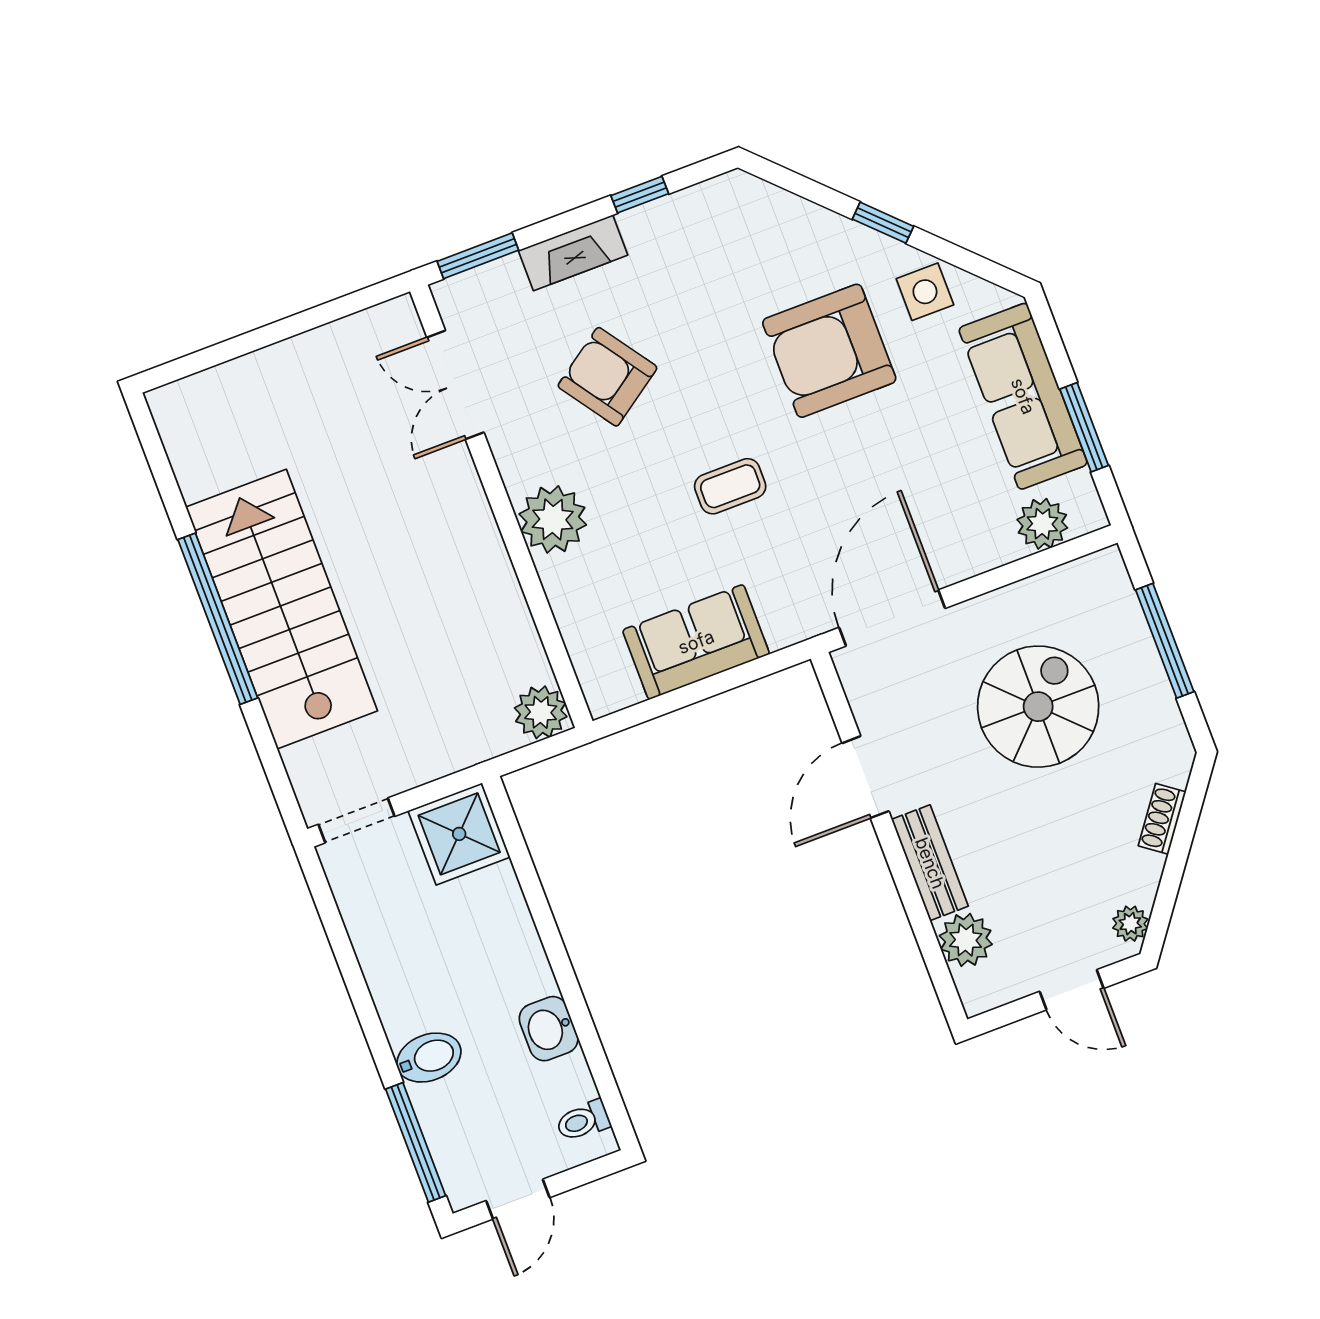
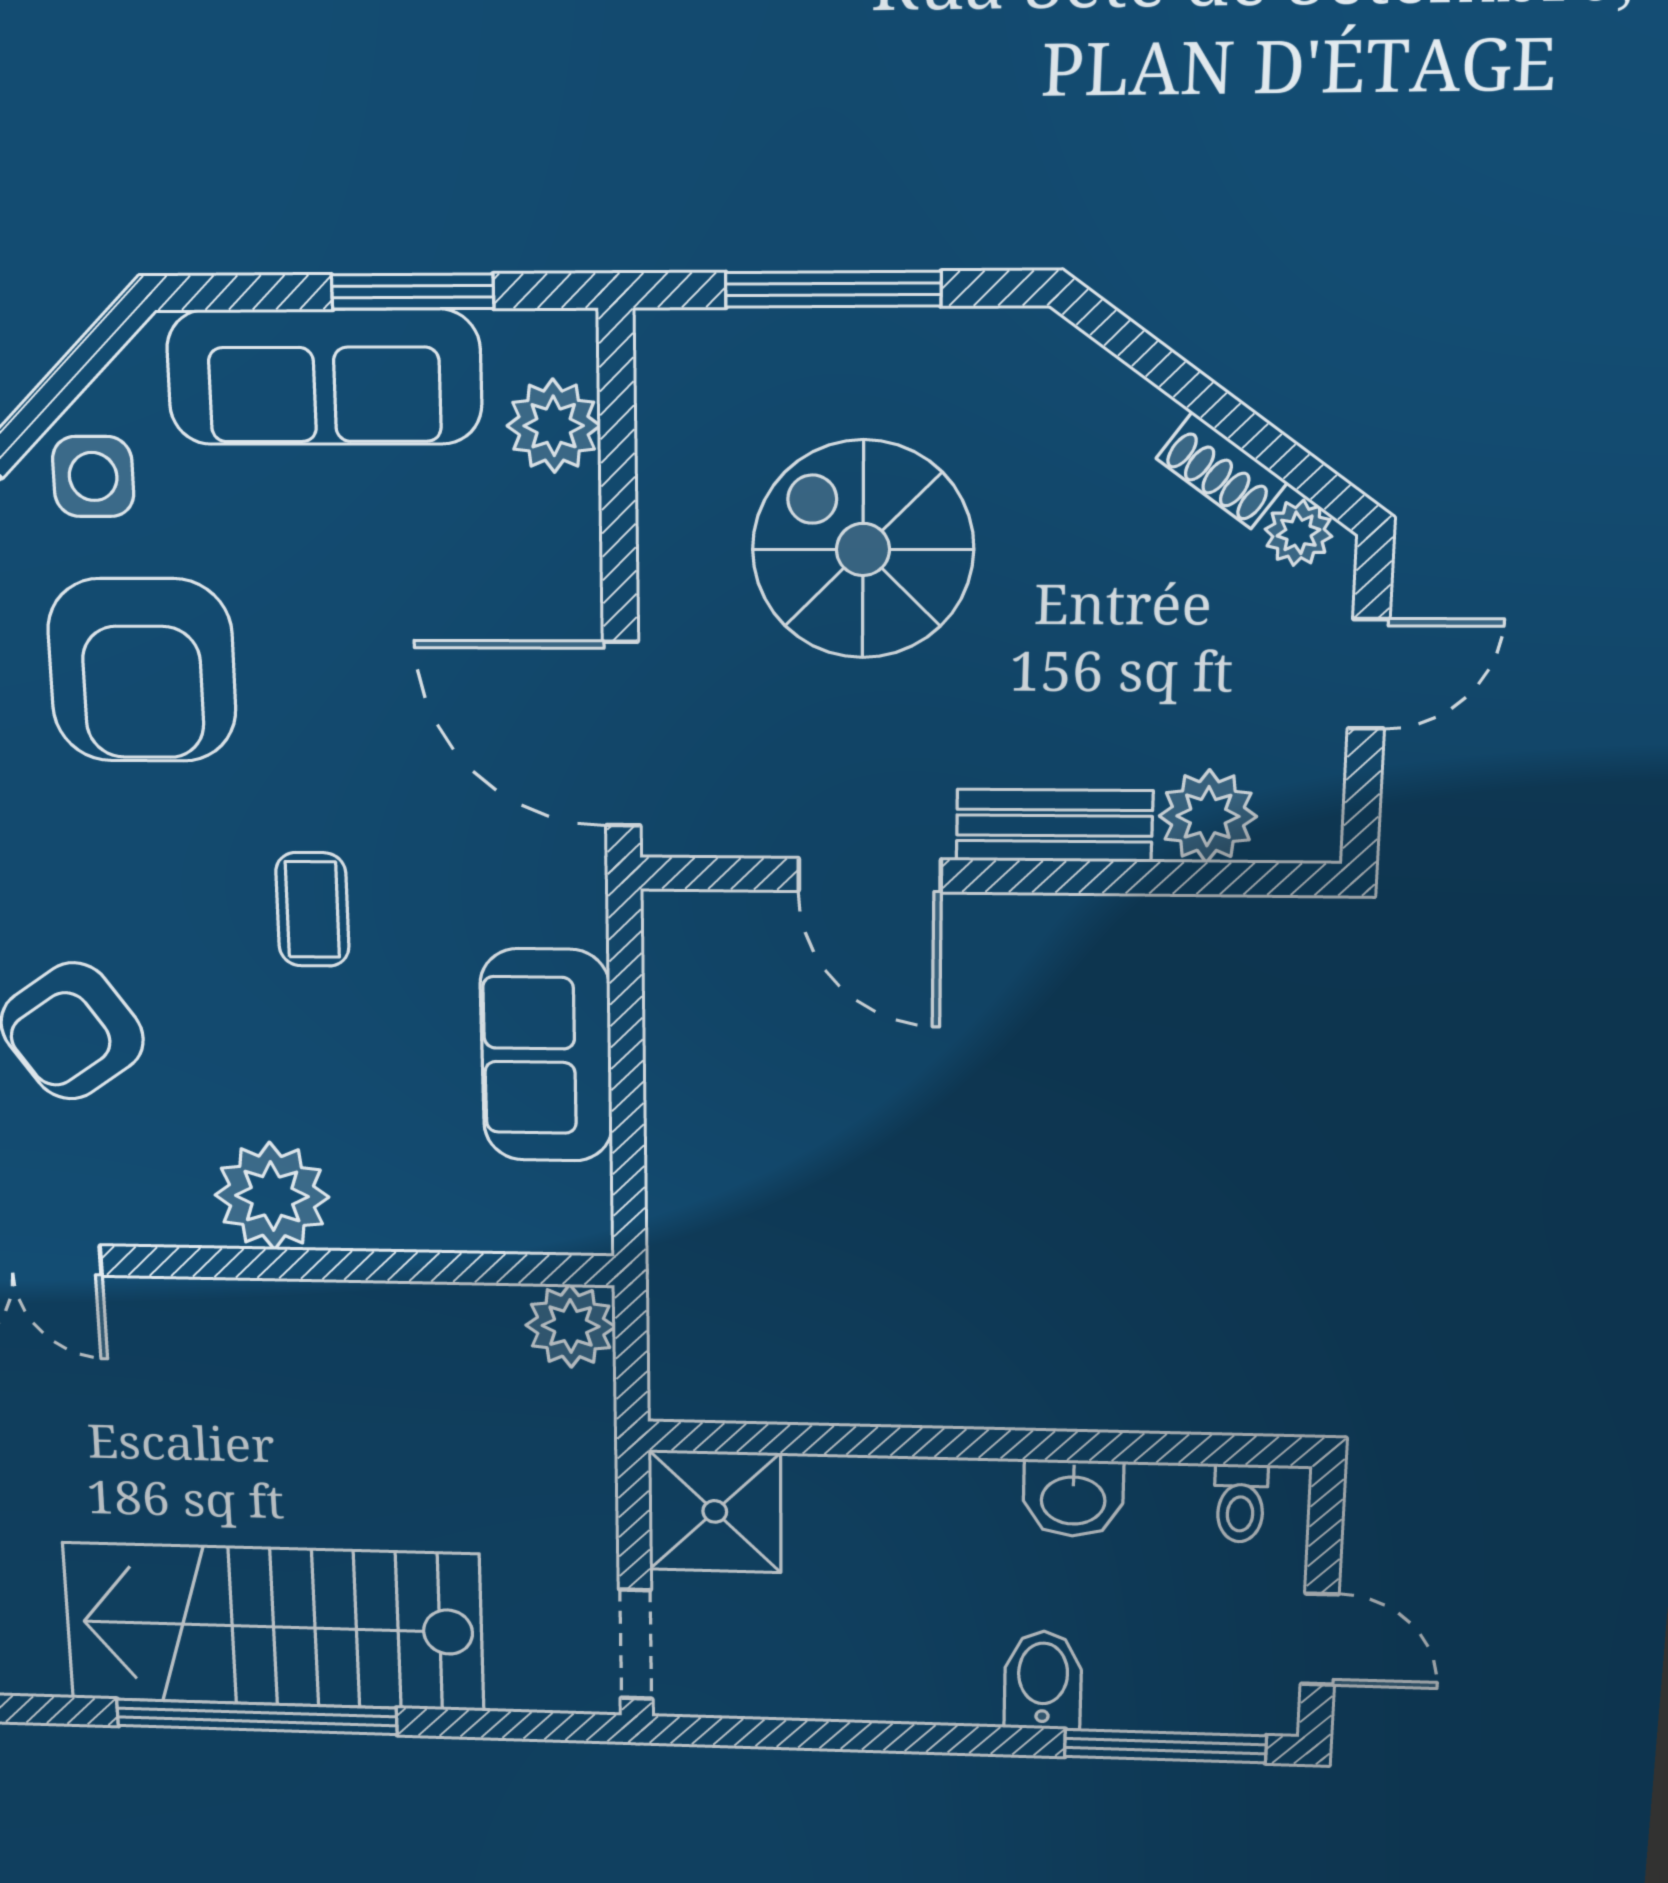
shoe rack: (1162, 819) -> (1222, 470), moved

